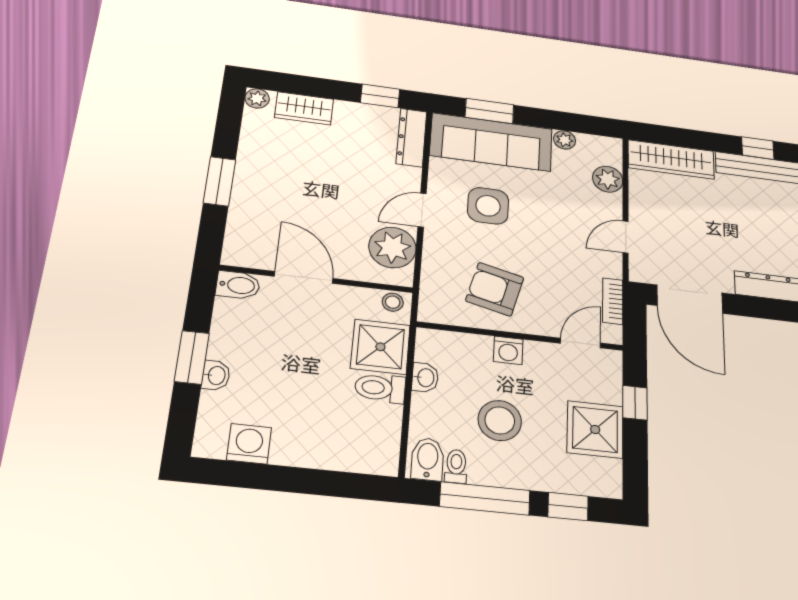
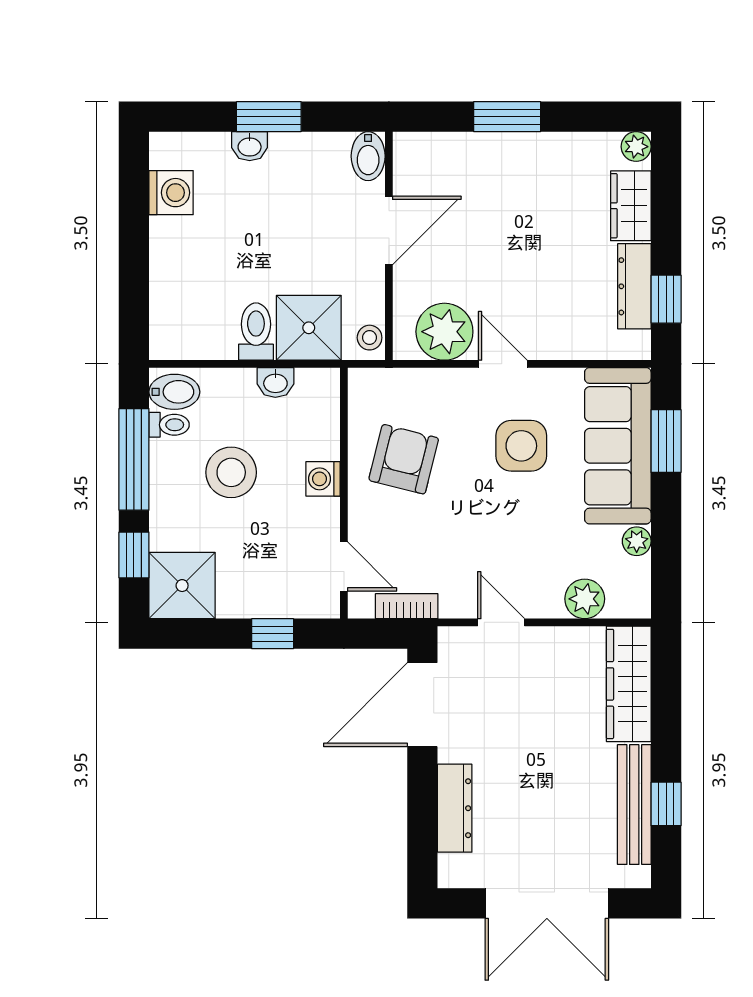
dresser: (411, 138) -> (634, 286), moved, turned -90
shower: (595, 429) -> (182, 586), moved

